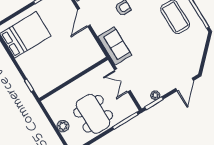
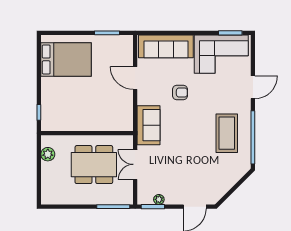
door: (84, 17) -> (135, 78), hinge flipped
dining table: (93, 114) -> (94, 165), moved, turned 90
plant: (63, 126) -> (48, 154), moved

